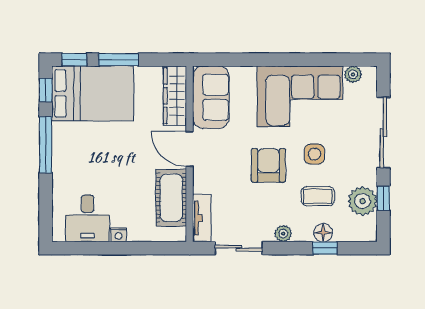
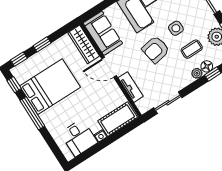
window: (119, 60) -> (42, 44), width x0.67
bed: (93, 93) -> (50, 87), moved
armchair: (268, 165) -> (156, 49), turned -100
cot: (171, 198) -> (118, 119), moved, turned 90
tv unit: (202, 218) -> (131, 87), moved
plant: (283, 234) -> (197, 73), moved

